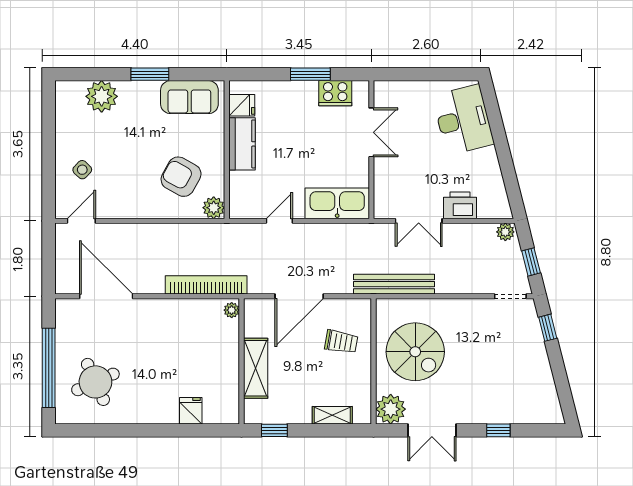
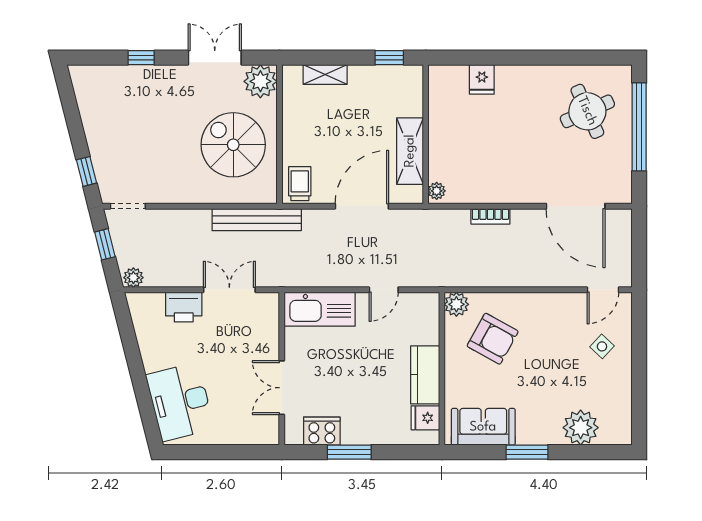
bookcase: (206, 285) -> (490, 216), width x0.43, depth x0.76
trolley: (341, 342) -> (300, 184), moved, turned 80
shelving: (256, 368) -> (410, 151), moved

